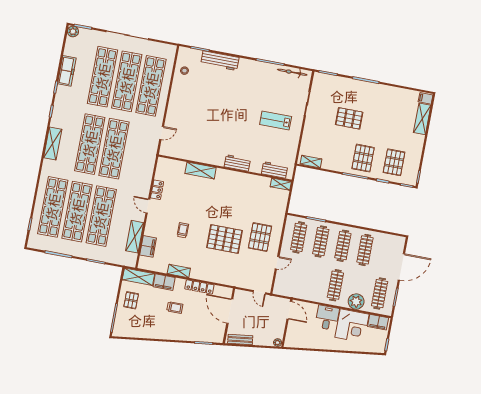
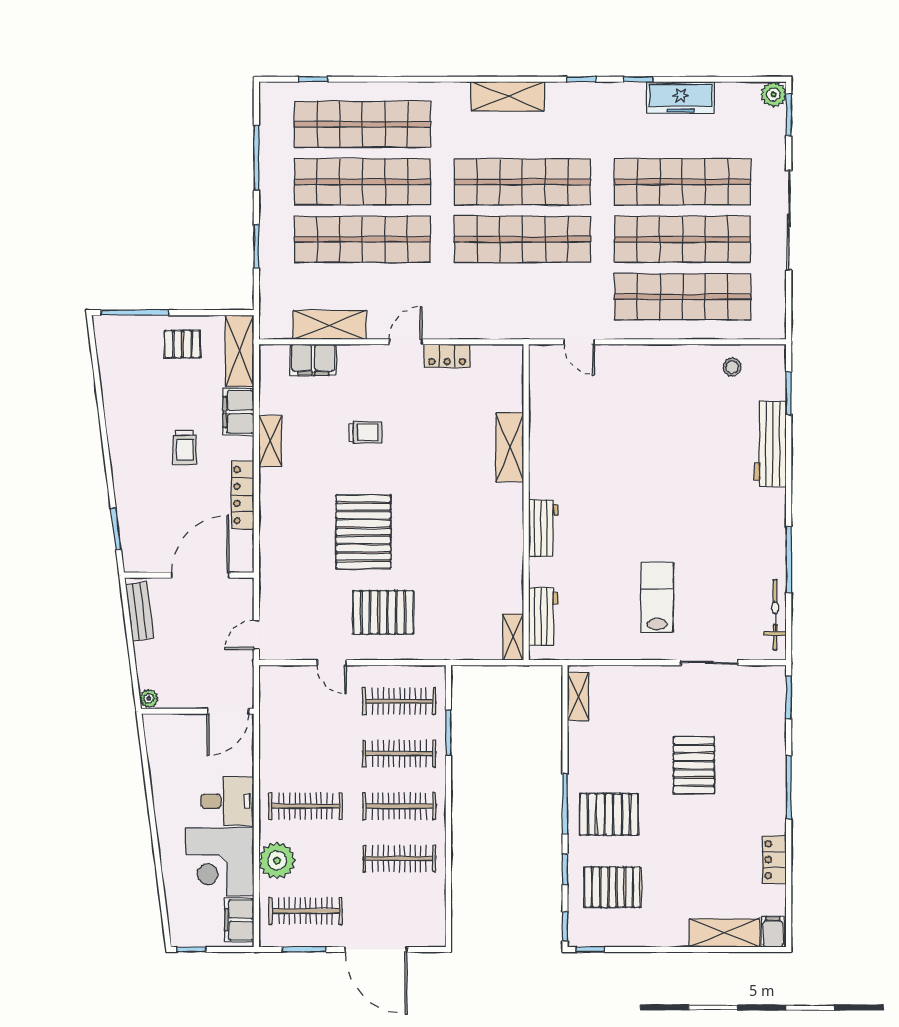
locker: (395, 92) -> (774, 860), added

